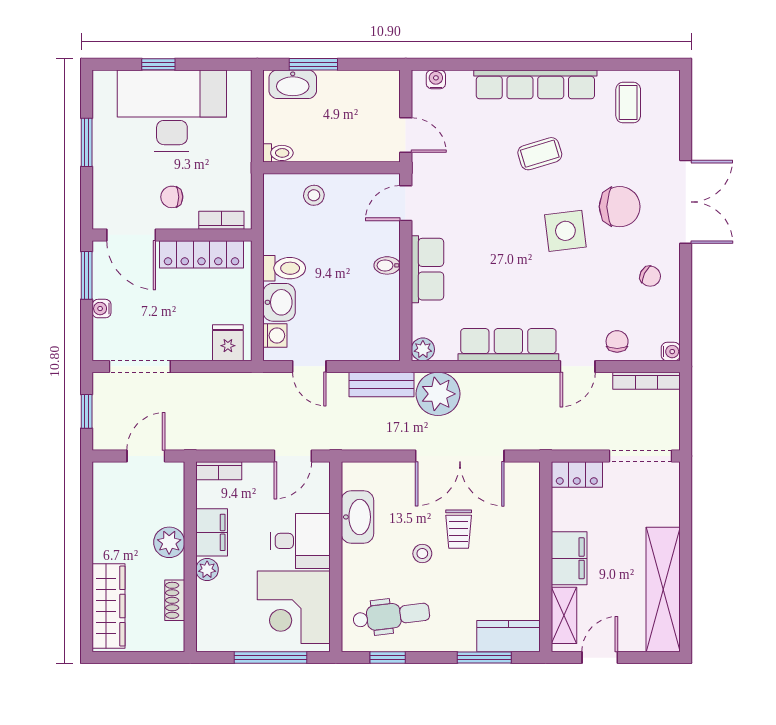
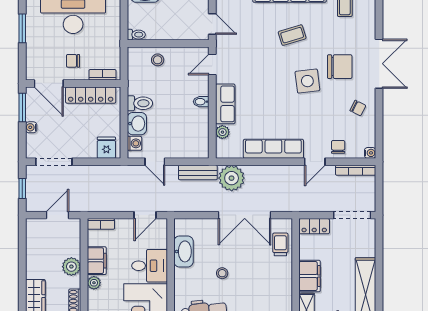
plant: (423, 349) -> (222, 132), moved
trolley: (459, 529) -> (280, 244), moved, turned 180

